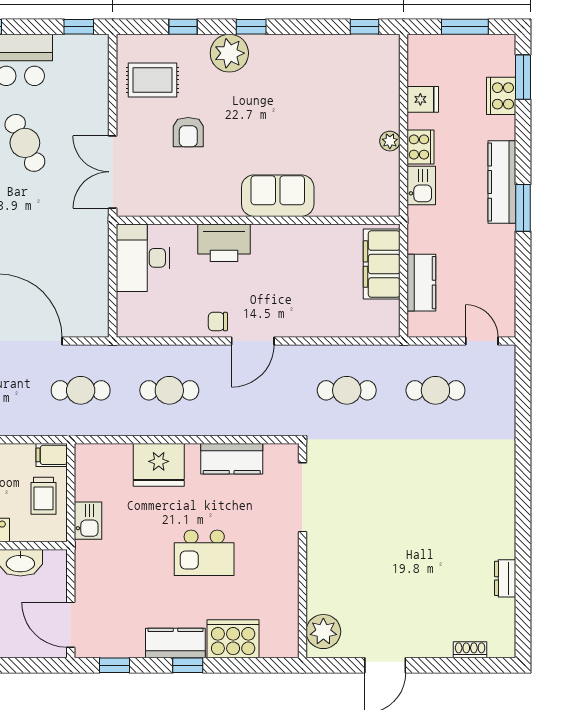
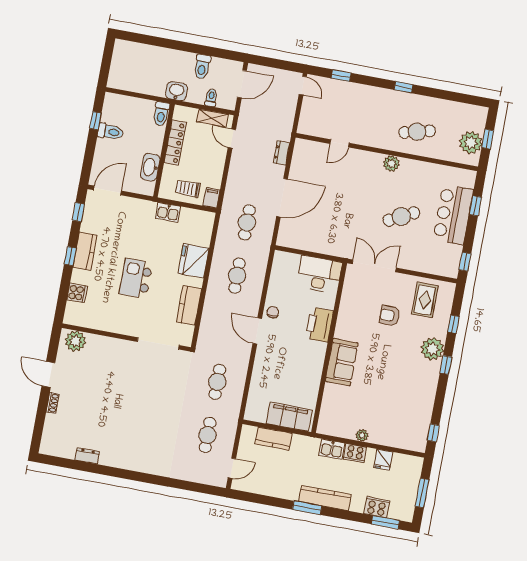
cooker: (233, 639) -> (77, 293), width x0.53, depth x0.76
shoe rack: (470, 650) -> (53, 403), moved

